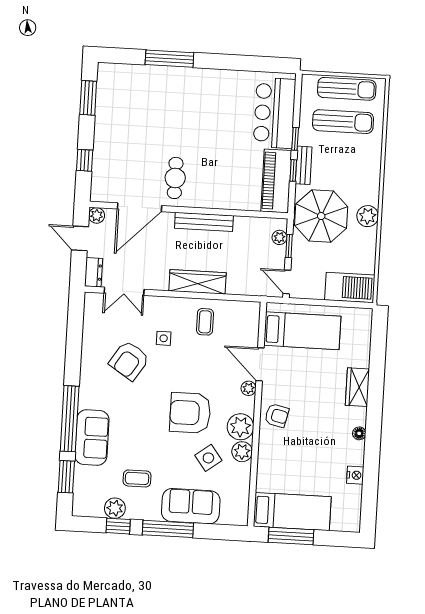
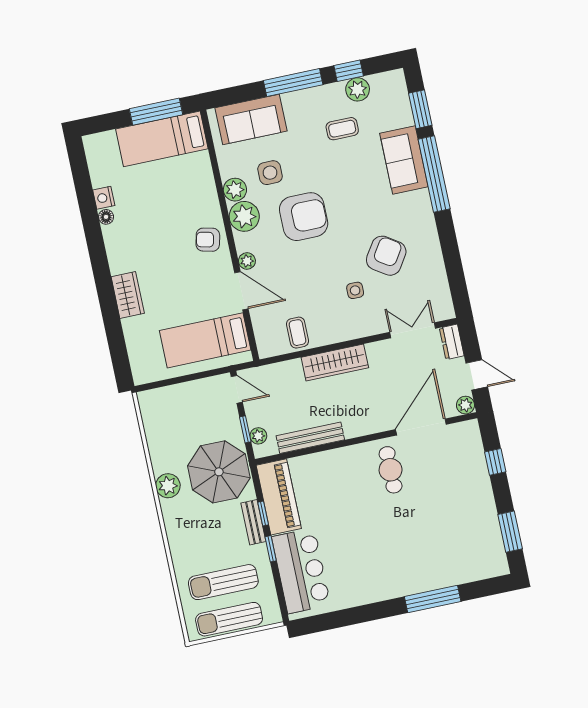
bench: (204, 222) -> (310, 438), moved
barbecue: (350, 287) -> (166, 402), removed
coffee table: (205, 322) -> (298, 333), moved
floor lamp: (359, 433) -> (106, 217), moved
side table: (208, 458) -> (270, 173), turned 37
sofa: (191, 506) -> (251, 119), moved

